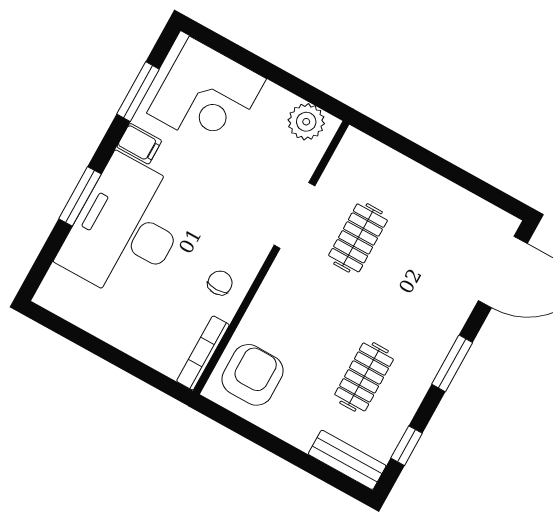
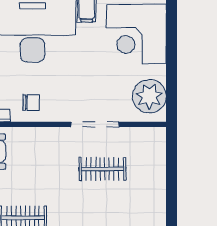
plant: (306, 122) -> (149, 96), width x1.36, depth x1.36

